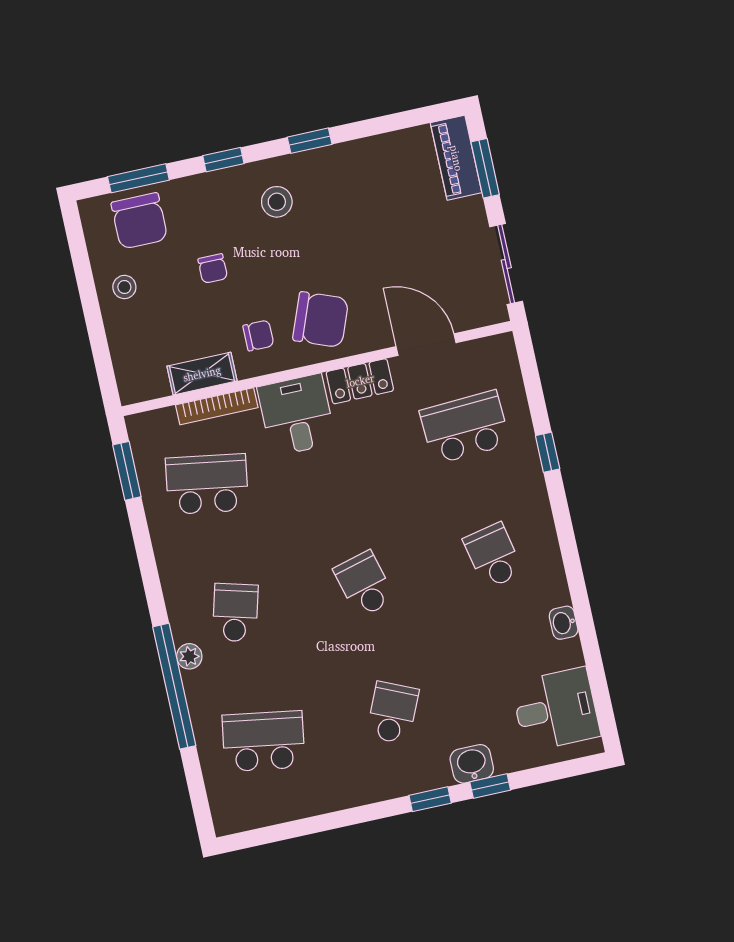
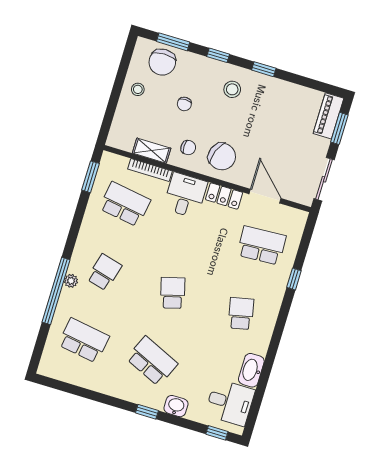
washbasin: (564, 623) -> (251, 370), width x1.91, depth x1.45
school desk: (392, 713) -> (152, 361), width x1.85
window: (490, 786) -> (217, 433), moved

